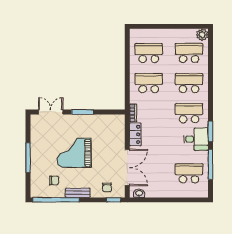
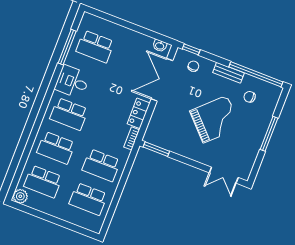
window: (83, 112) -> (156, 149), moved
window: (210, 131) -> (53, 84), removed
grand piano: (74, 153) -> (215, 119), turned -44

